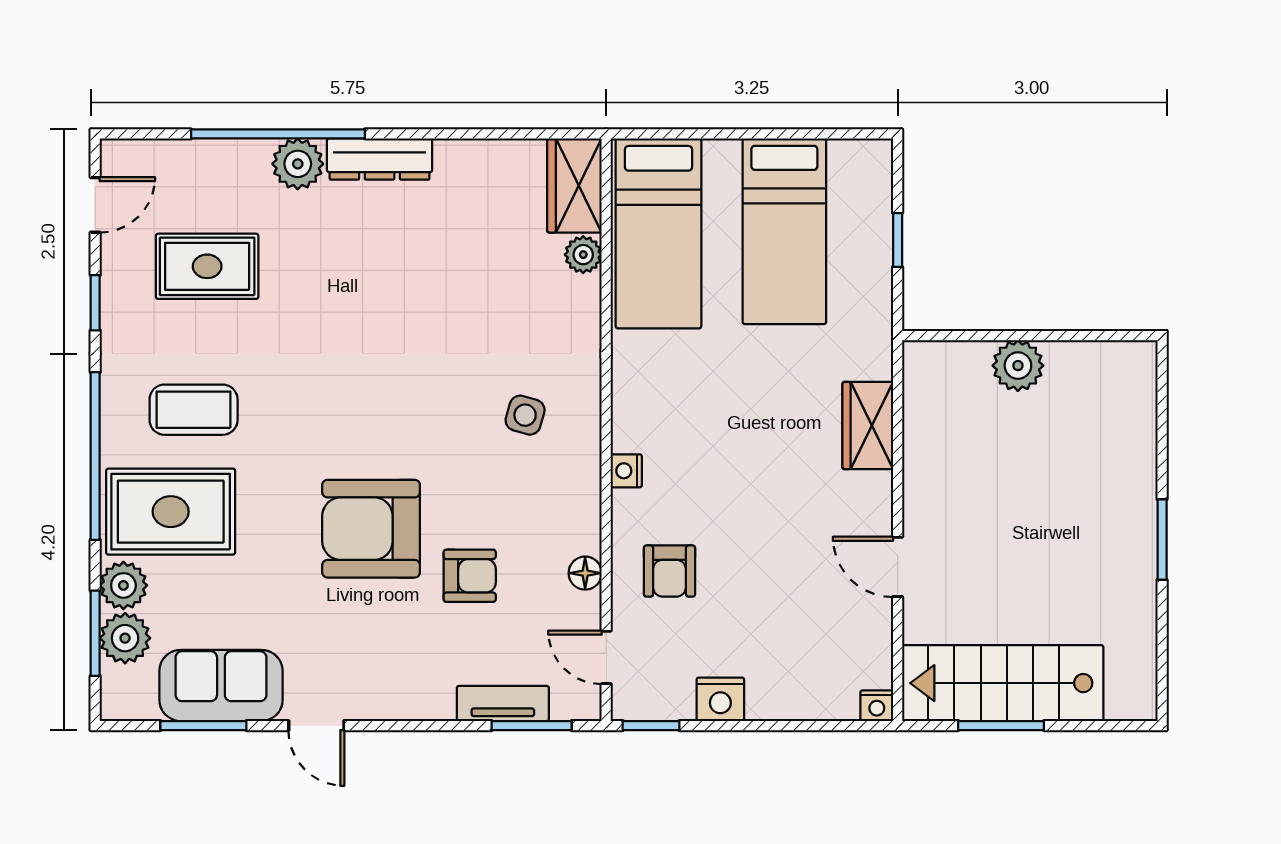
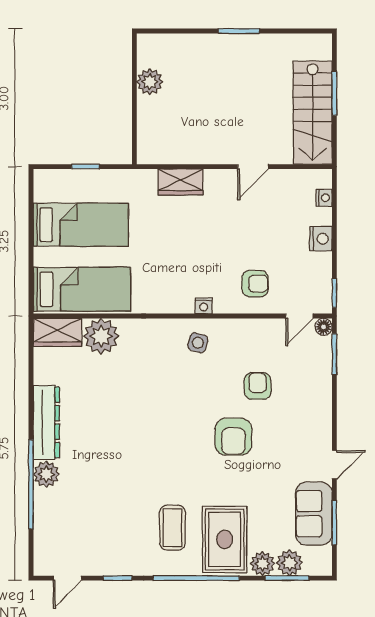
dresser: (380, 159) -> (46, 422), width x1.37, depth x1.24
door: (95, 205) -> (67, 578), swing flipped
plant: (583, 255) -> (101, 336), width x1.88, depth x1.88
rug: (207, 266) -> (99, 521), removed
plant: (1018, 366) -> (150, 82), moved
side table: (525, 415) -> (198, 343), moved
armchair: (371, 529) -> (233, 437), width x0.73, depth x0.73
floor lamp: (585, 573) -> (324, 327), moved
nightstand: (720, 699) -> (321, 239), moved
tv unit: (503, 703) -> (323, 369), removed
nightstand: (877, 706) -> (324, 198), moved
window: (1001, 726) -> (334, 93), moved

